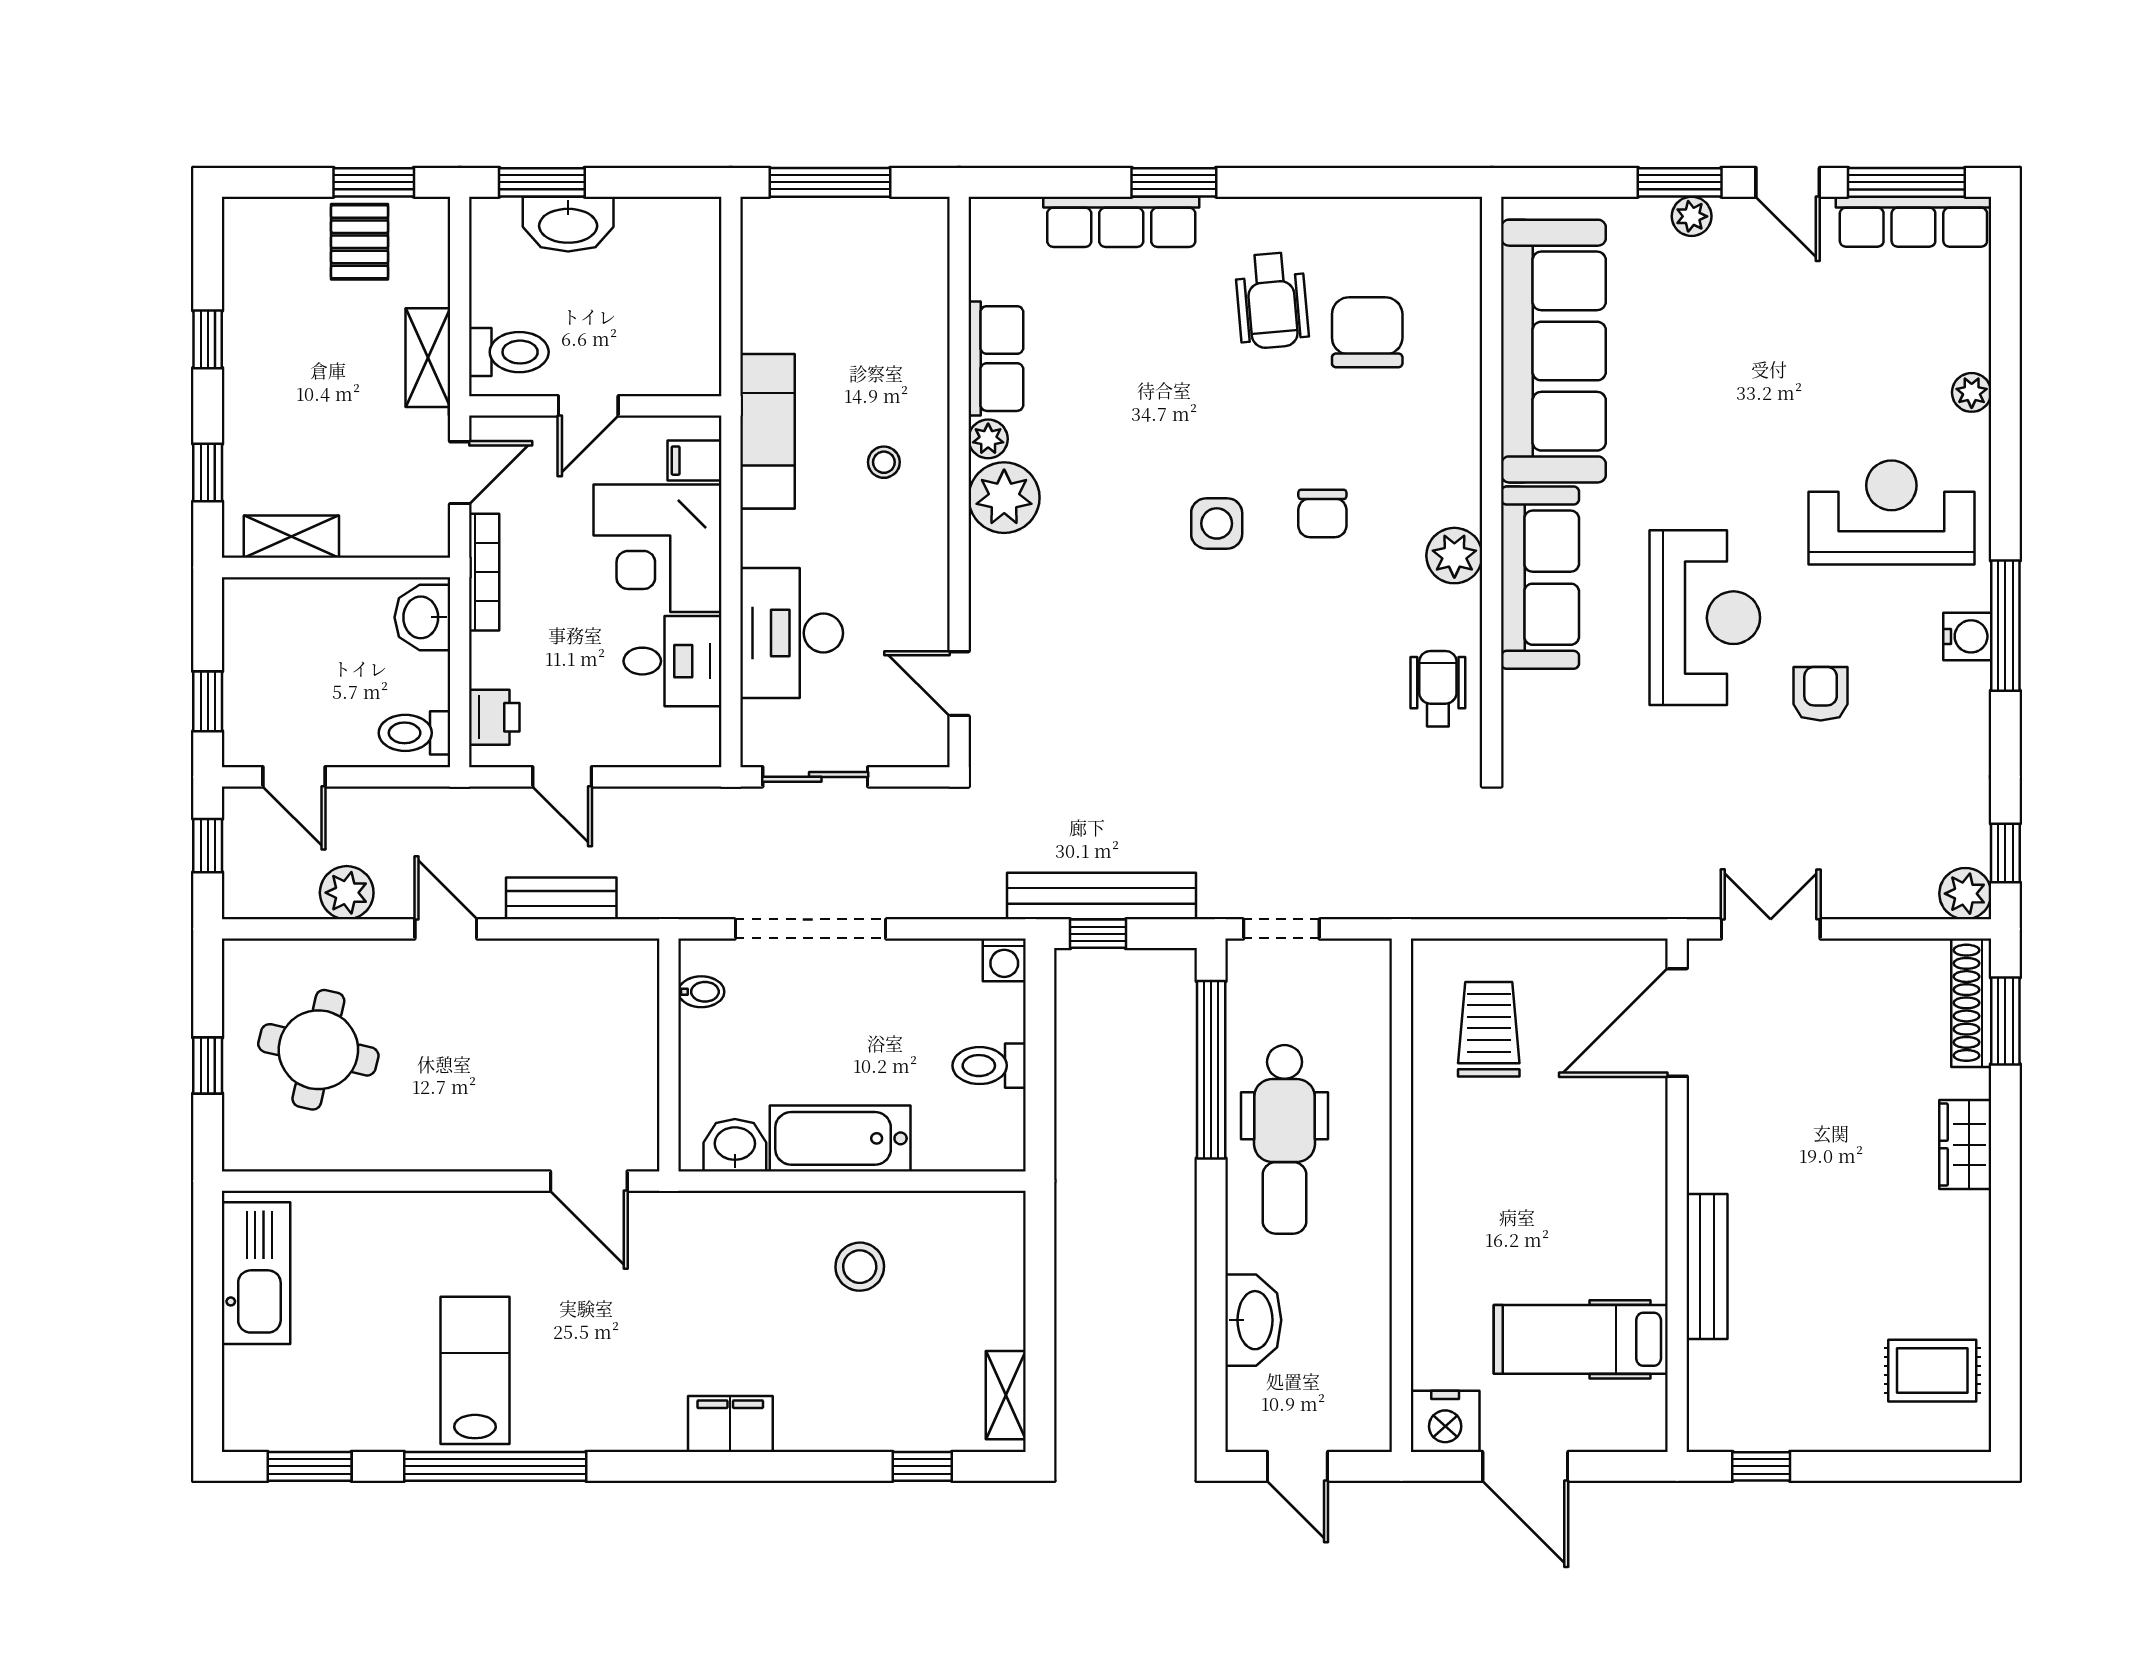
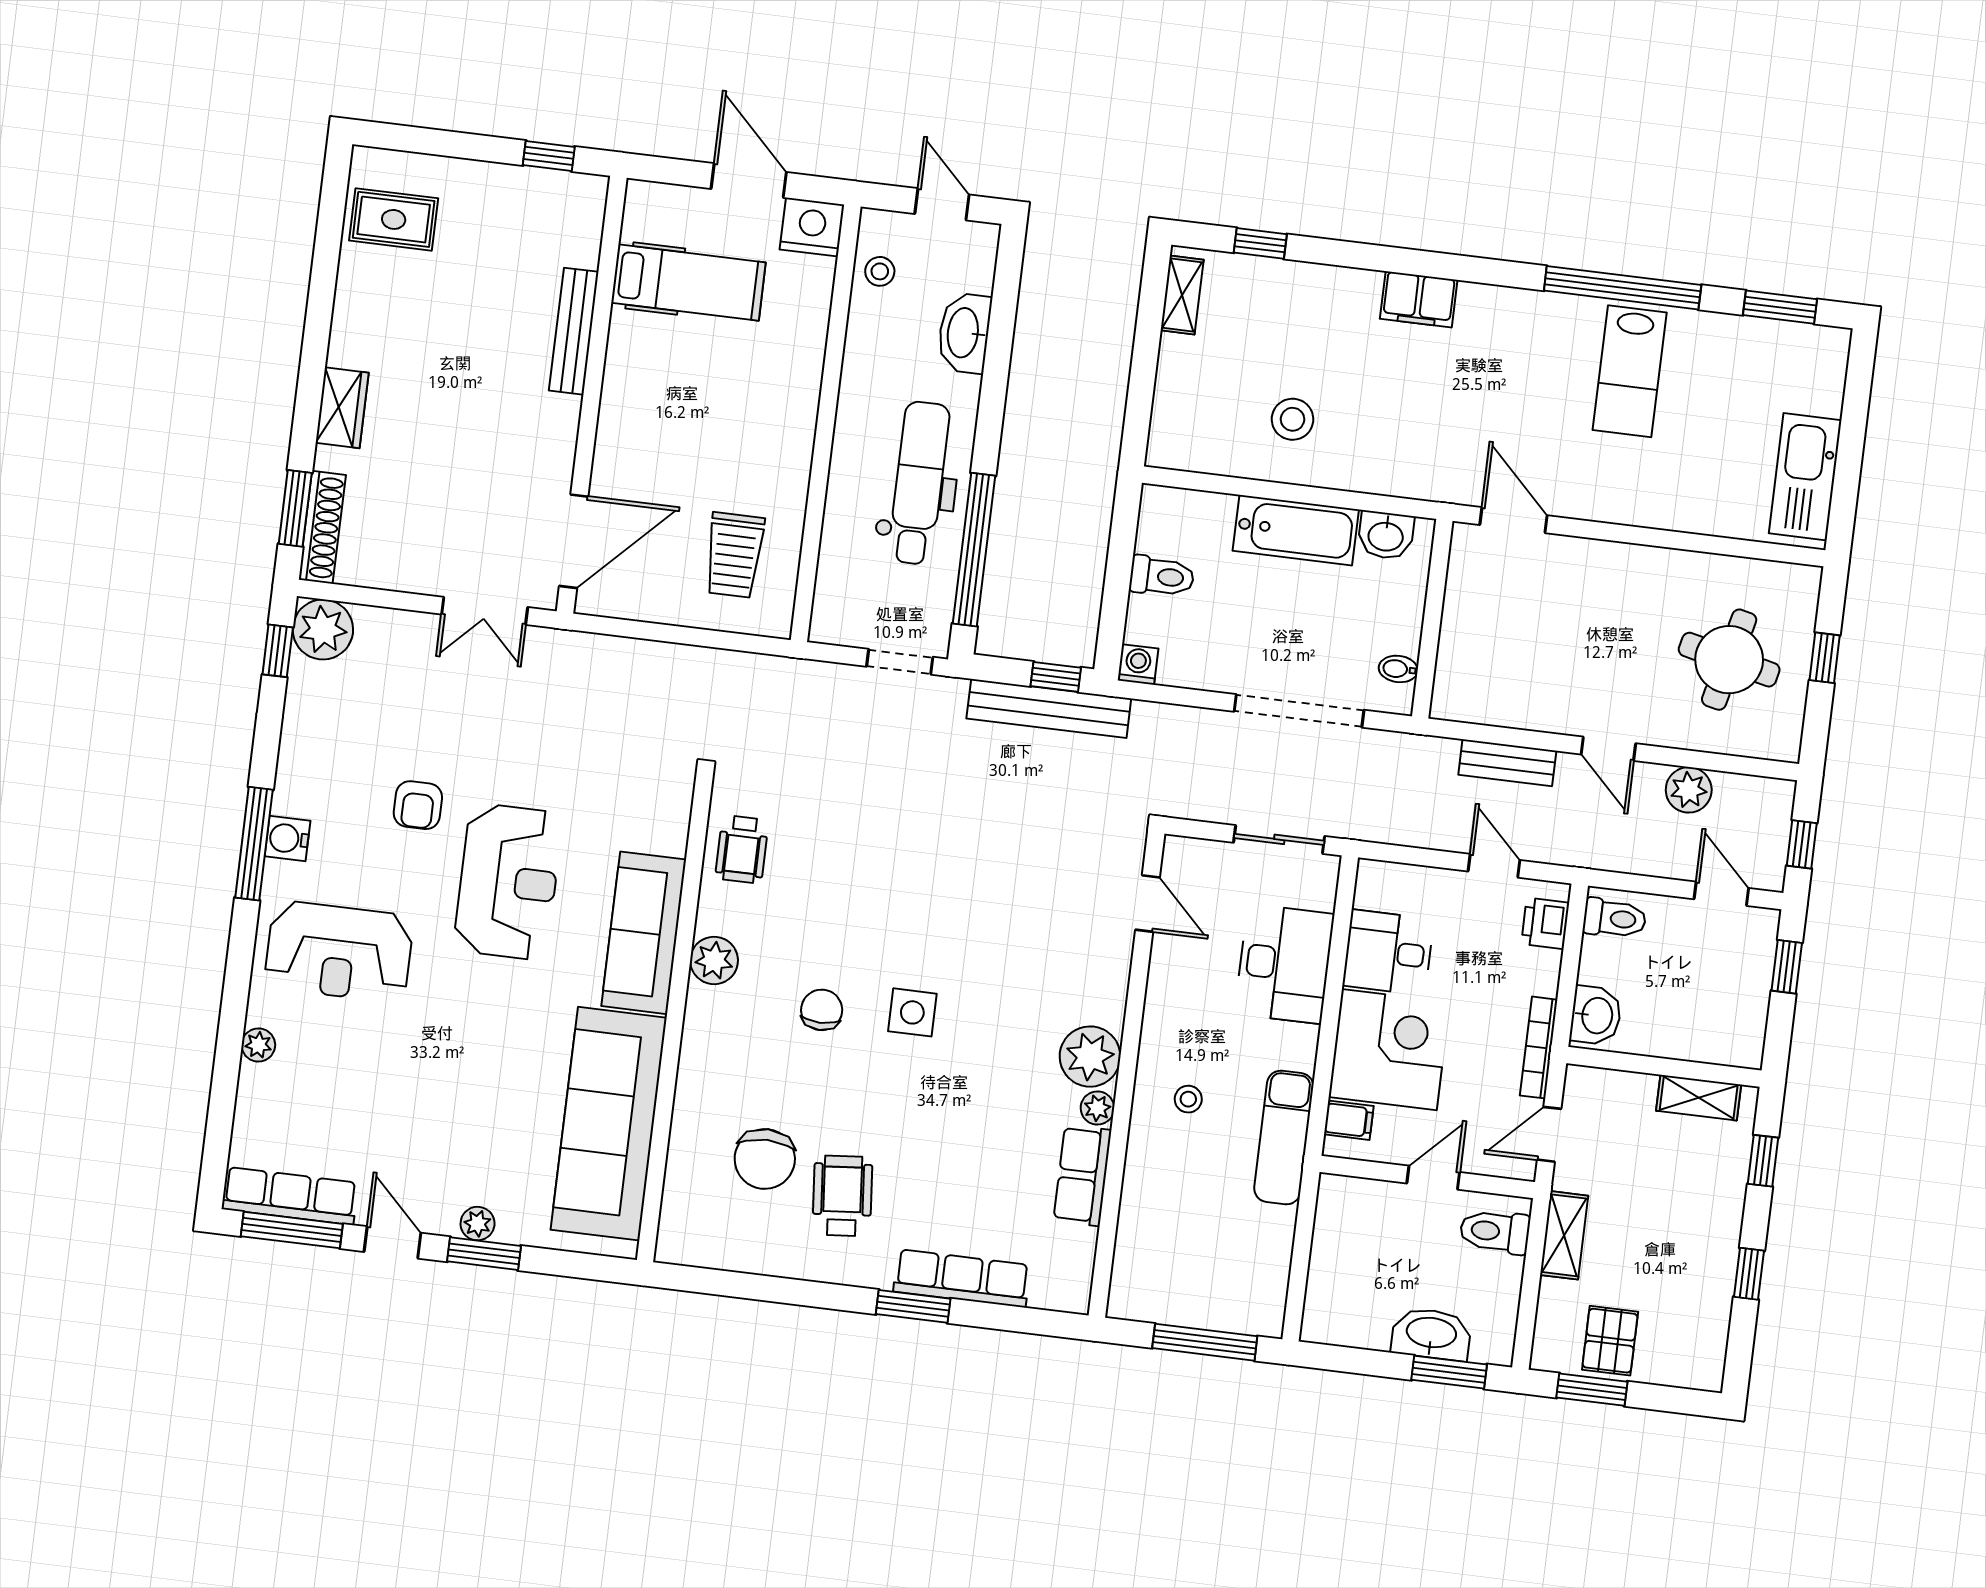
reception desk: (1705, 618) -> (508, 882), turned 180
plant: (1965, 894) -> (323, 629), width x1.36, depth x1.36
stool: (1360, 1380) -> (880, 271), added

